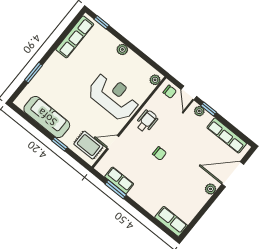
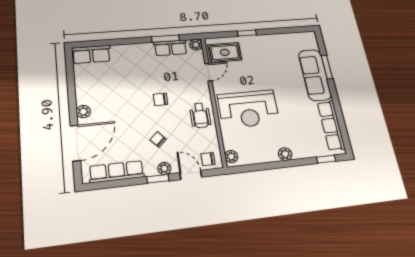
sofa: (47, 117) -> (315, 75), moved, turned 90
chair: (186, 131) -> (158, 139), added
plant: (101, 167) -> (196, 45), added

